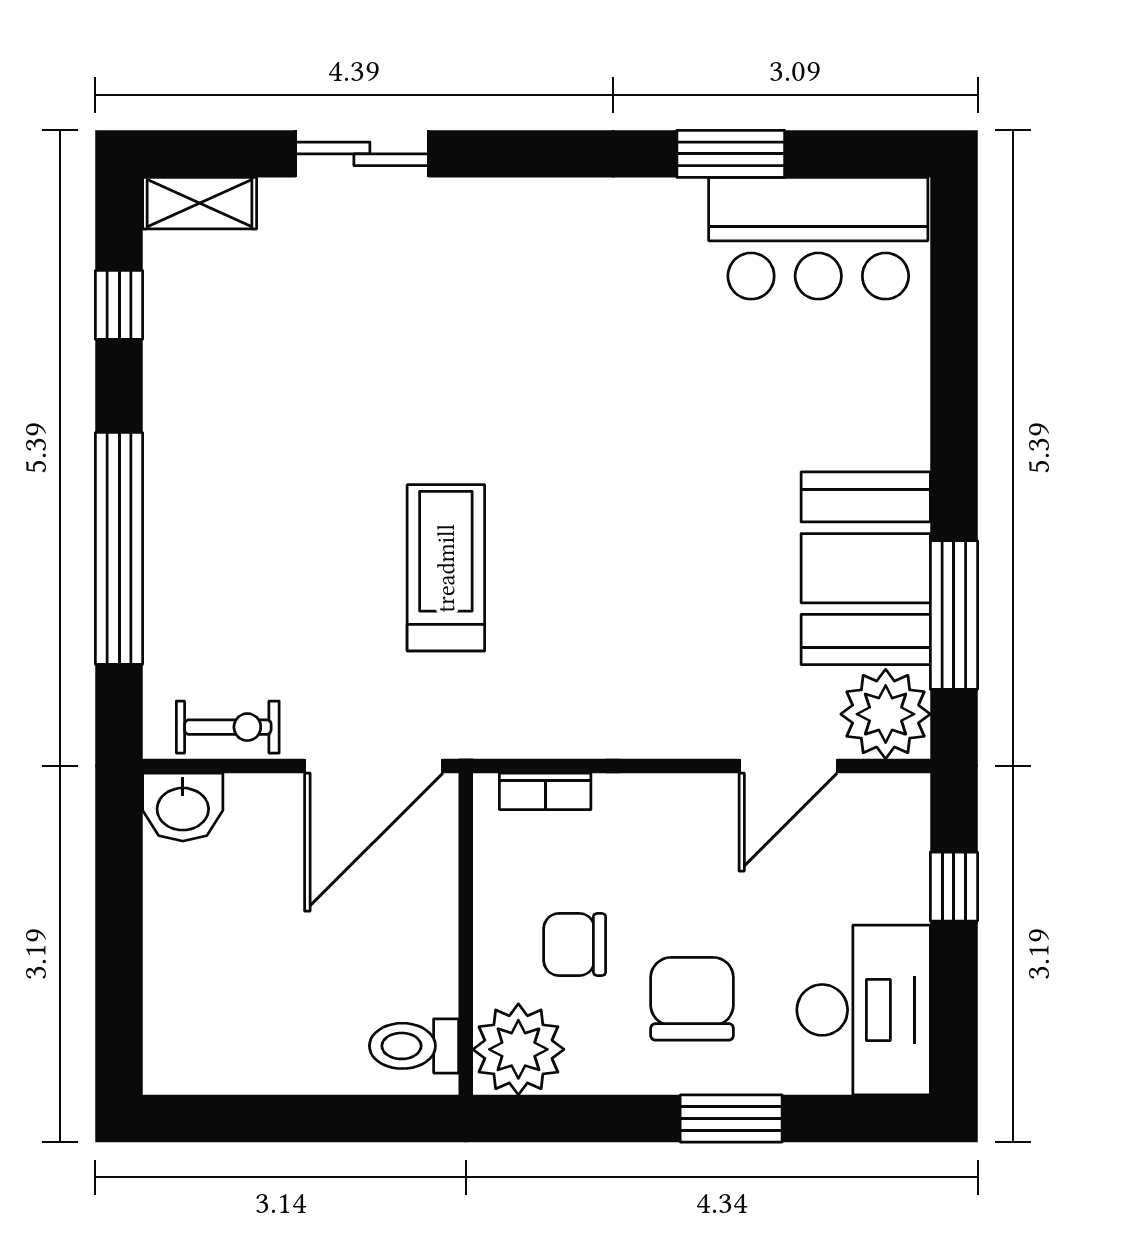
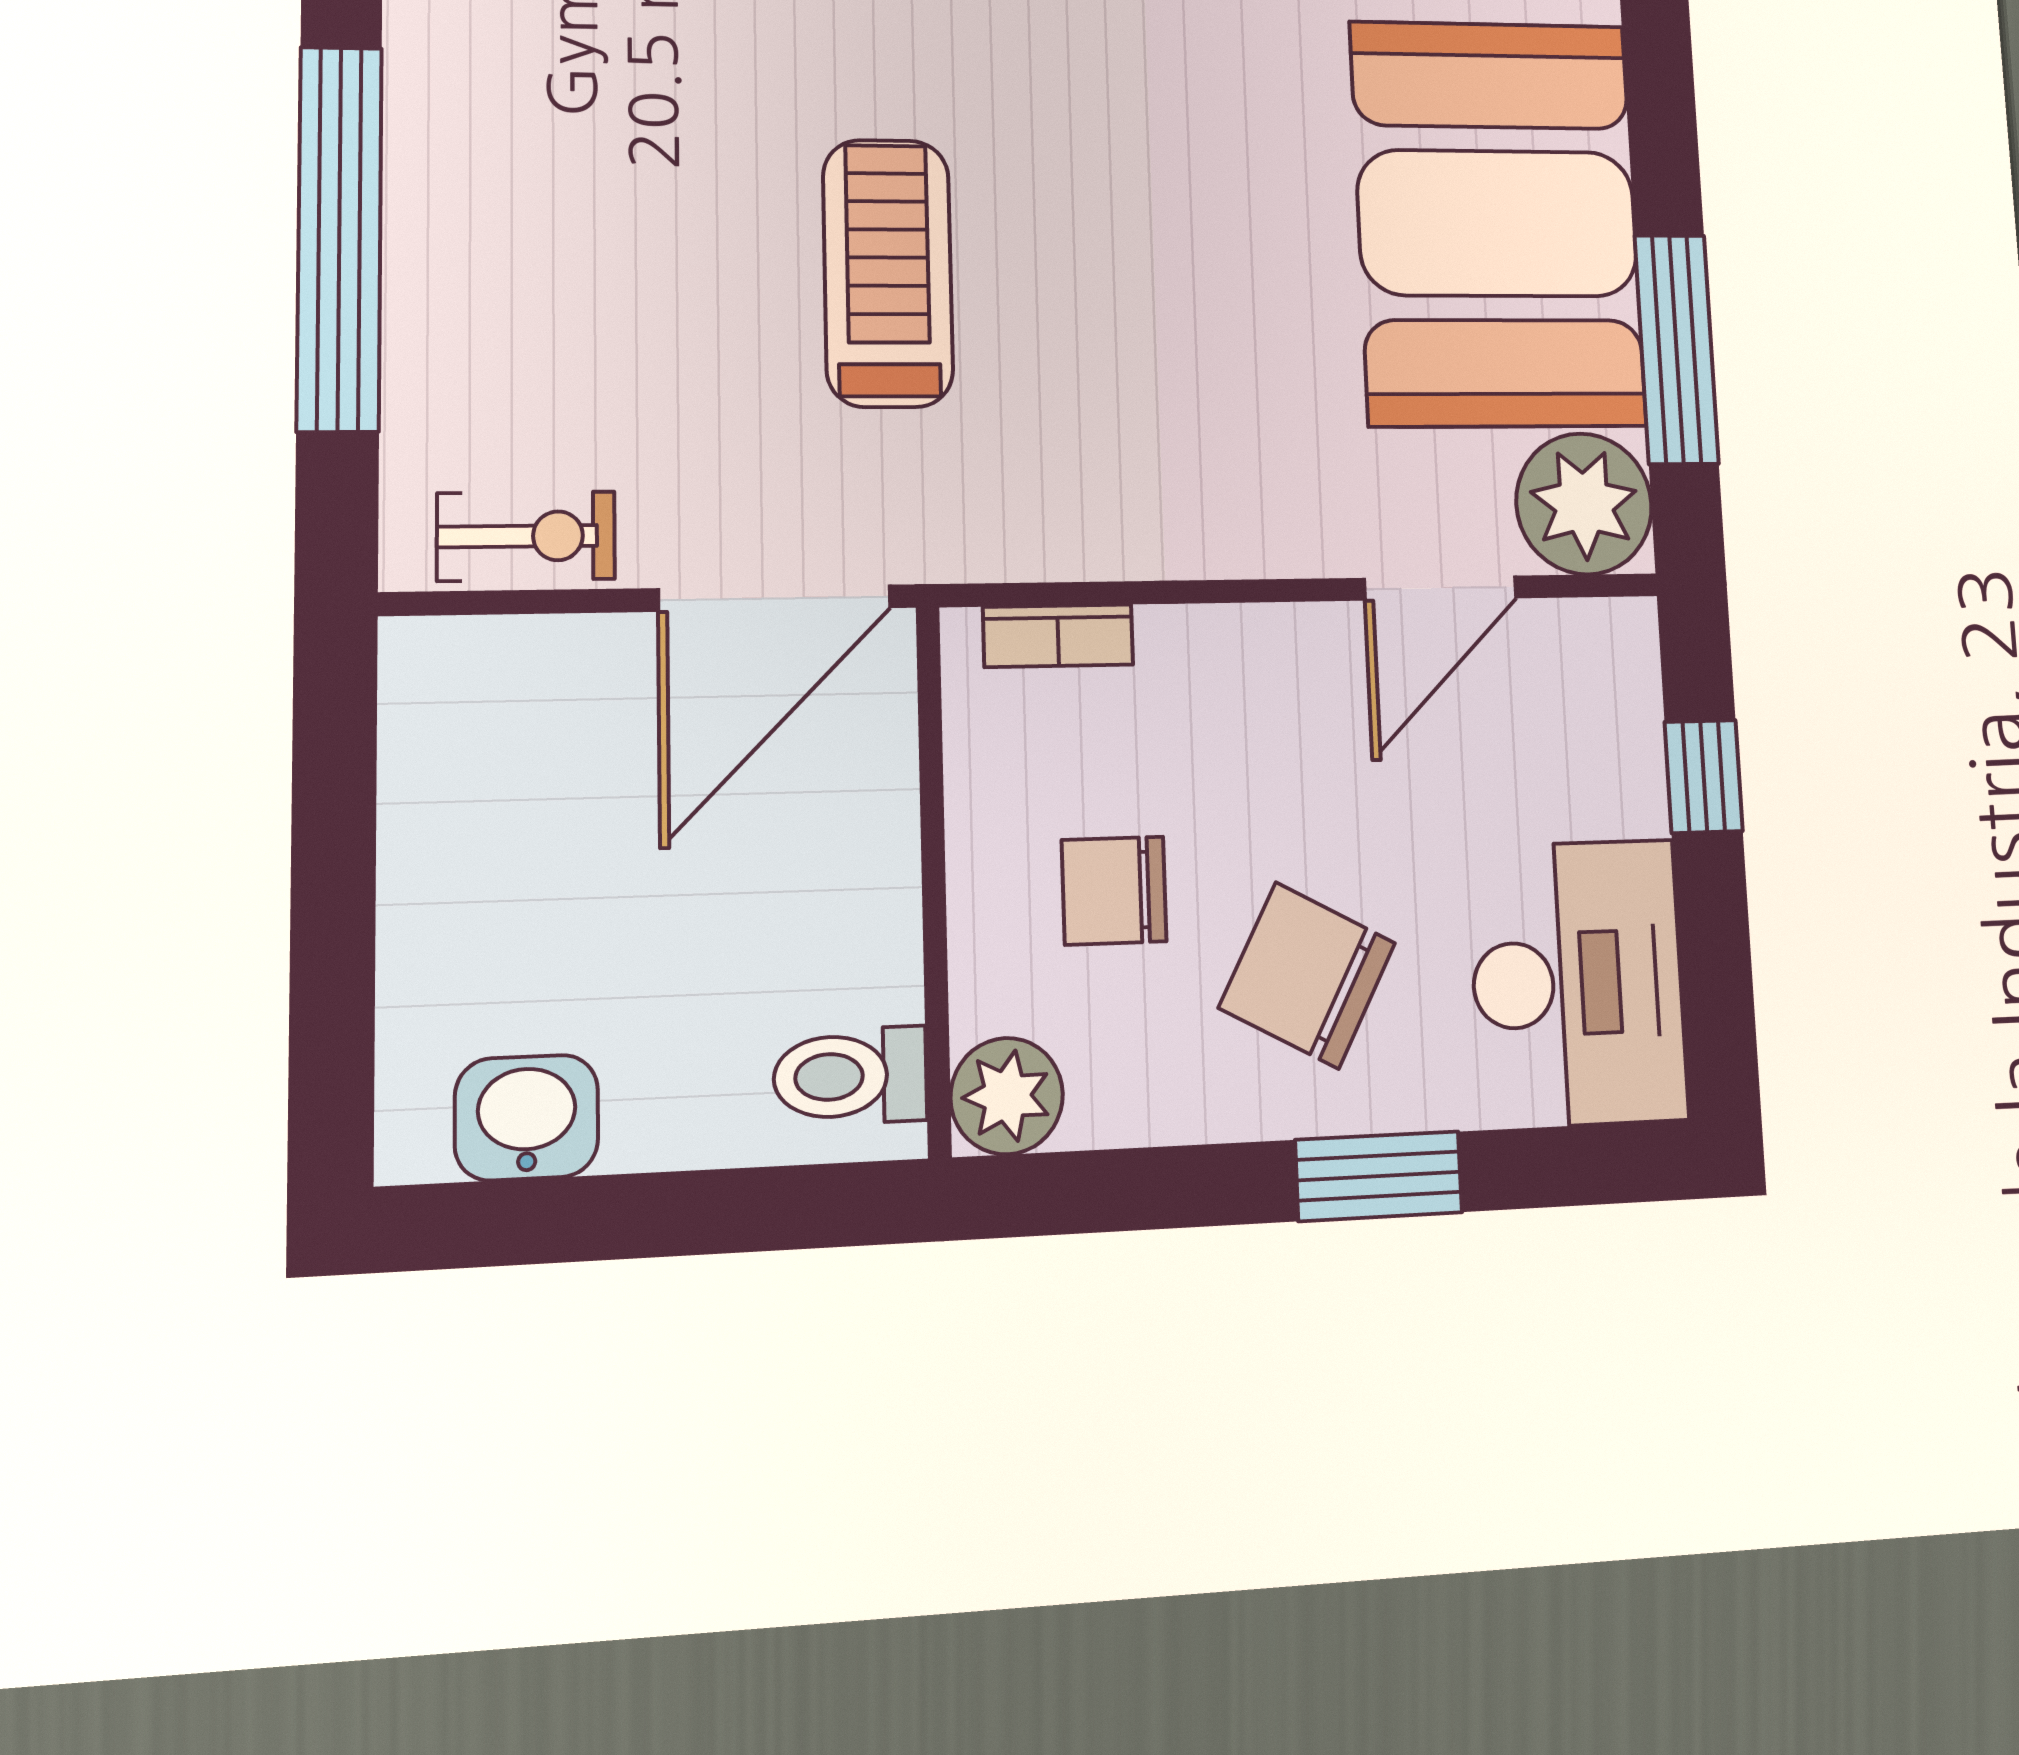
booth: (866, 568) -> (1498, 223), width x1.36, depth x1.42
washbasin: (183, 807) -> (527, 1118), moved, turned 180
chair: (692, 999) -> (1307, 975), turned -62
plant: (518, 1049) -> (1007, 1096), width x0.73, depth x0.73

